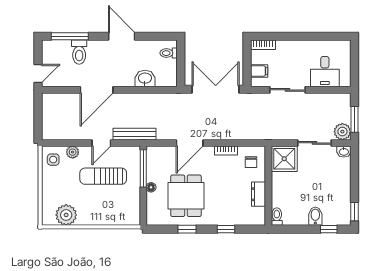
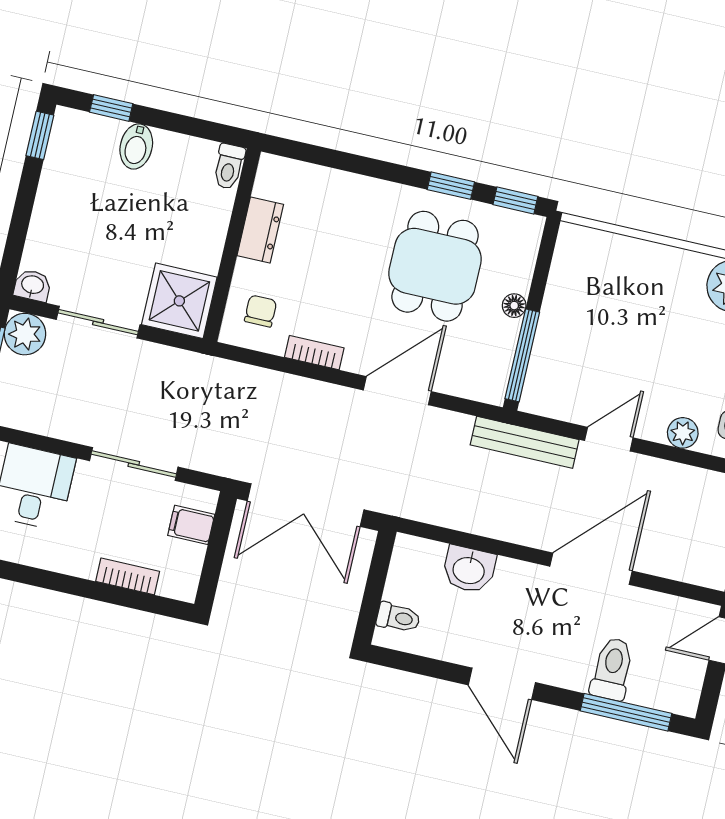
bookcase: (263, 45) -> (128, 576), moved
sun lounger: (103, 176) -> (622, 358), removed
window: (226, 229) -> (515, 200), moved

